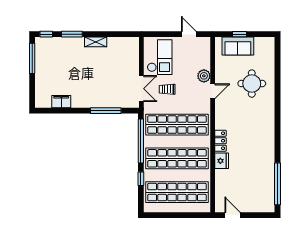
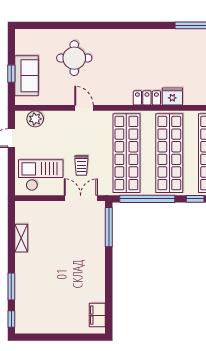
shelving: (96, 42) -> (21, 238), moved
window: (32, 58) -> (42, 337), removed
plant: (204, 76) -> (35, 119), moved
filing cabinet: (61, 102) -> (97, 315), moved
window: (106, 111) -> (109, 227), moved

